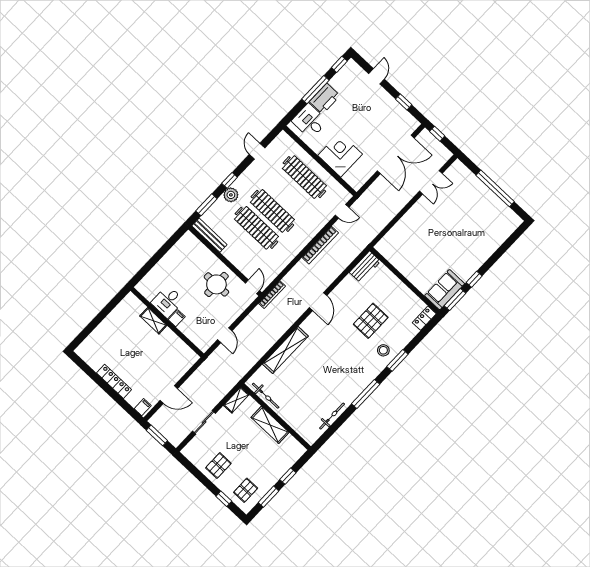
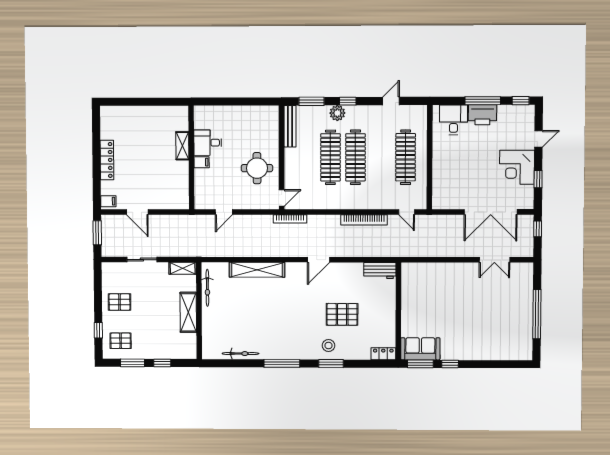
corner desk: (340, 155) -> (517, 167), moved, turned 180

